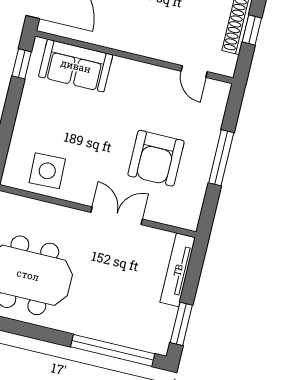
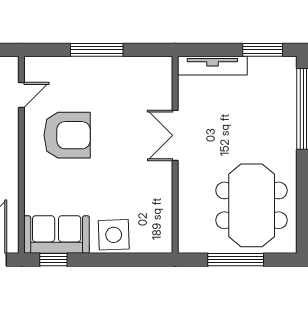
sofa: (76, 66) -> (57, 234), moved, turned -90
armchair: (156, 158) -> (67, 135), moved
side table: (47, 171) -> (114, 235), moved

